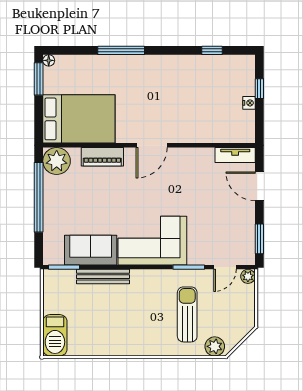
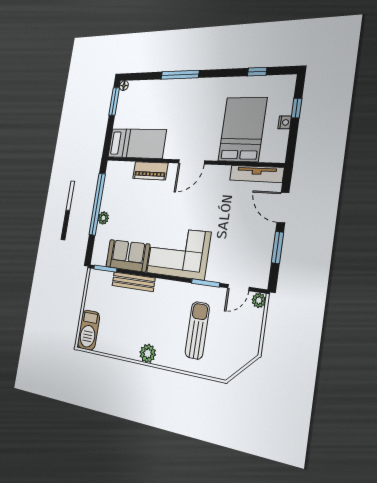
bed: (205, 110) -> (242, 129), added
bed: (79, 119) -> (137, 143), width x0.67
tv unit: (235, 155) -> (256, 174), width x1.41
plant: (57, 161) -> (103, 218), moved, width x0.53, depth x0.53
window: (259, 239) -> (278, 247), moved
plant: (215, 346) -> (148, 353), moved

